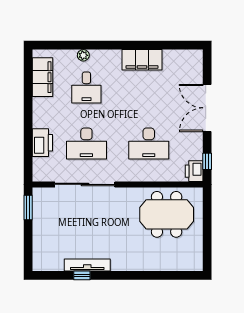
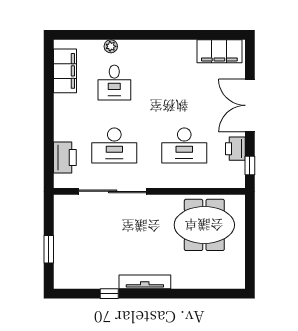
filing cabinet: (142, 60) -> (219, 51), moved
printer: (42, 143) -> (65, 157), moved
printer: (194, 171) -> (235, 149), moved
window: (28, 208) -> (49, 249), moved
tv unit: (87, 265) -> (145, 282), moved

